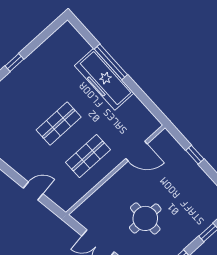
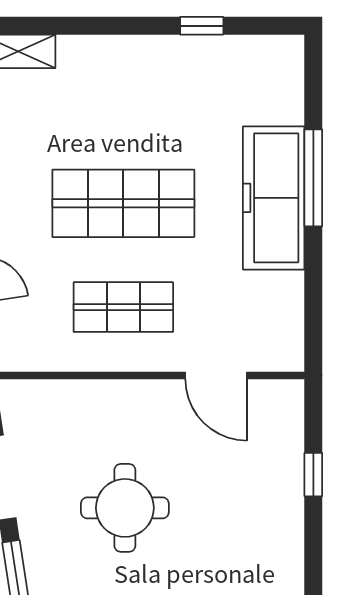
window: (14, 63) -> (202, 26), moved
shop shelf: (59, 124) -> (123, 203), width x1.43, depth x1.36

